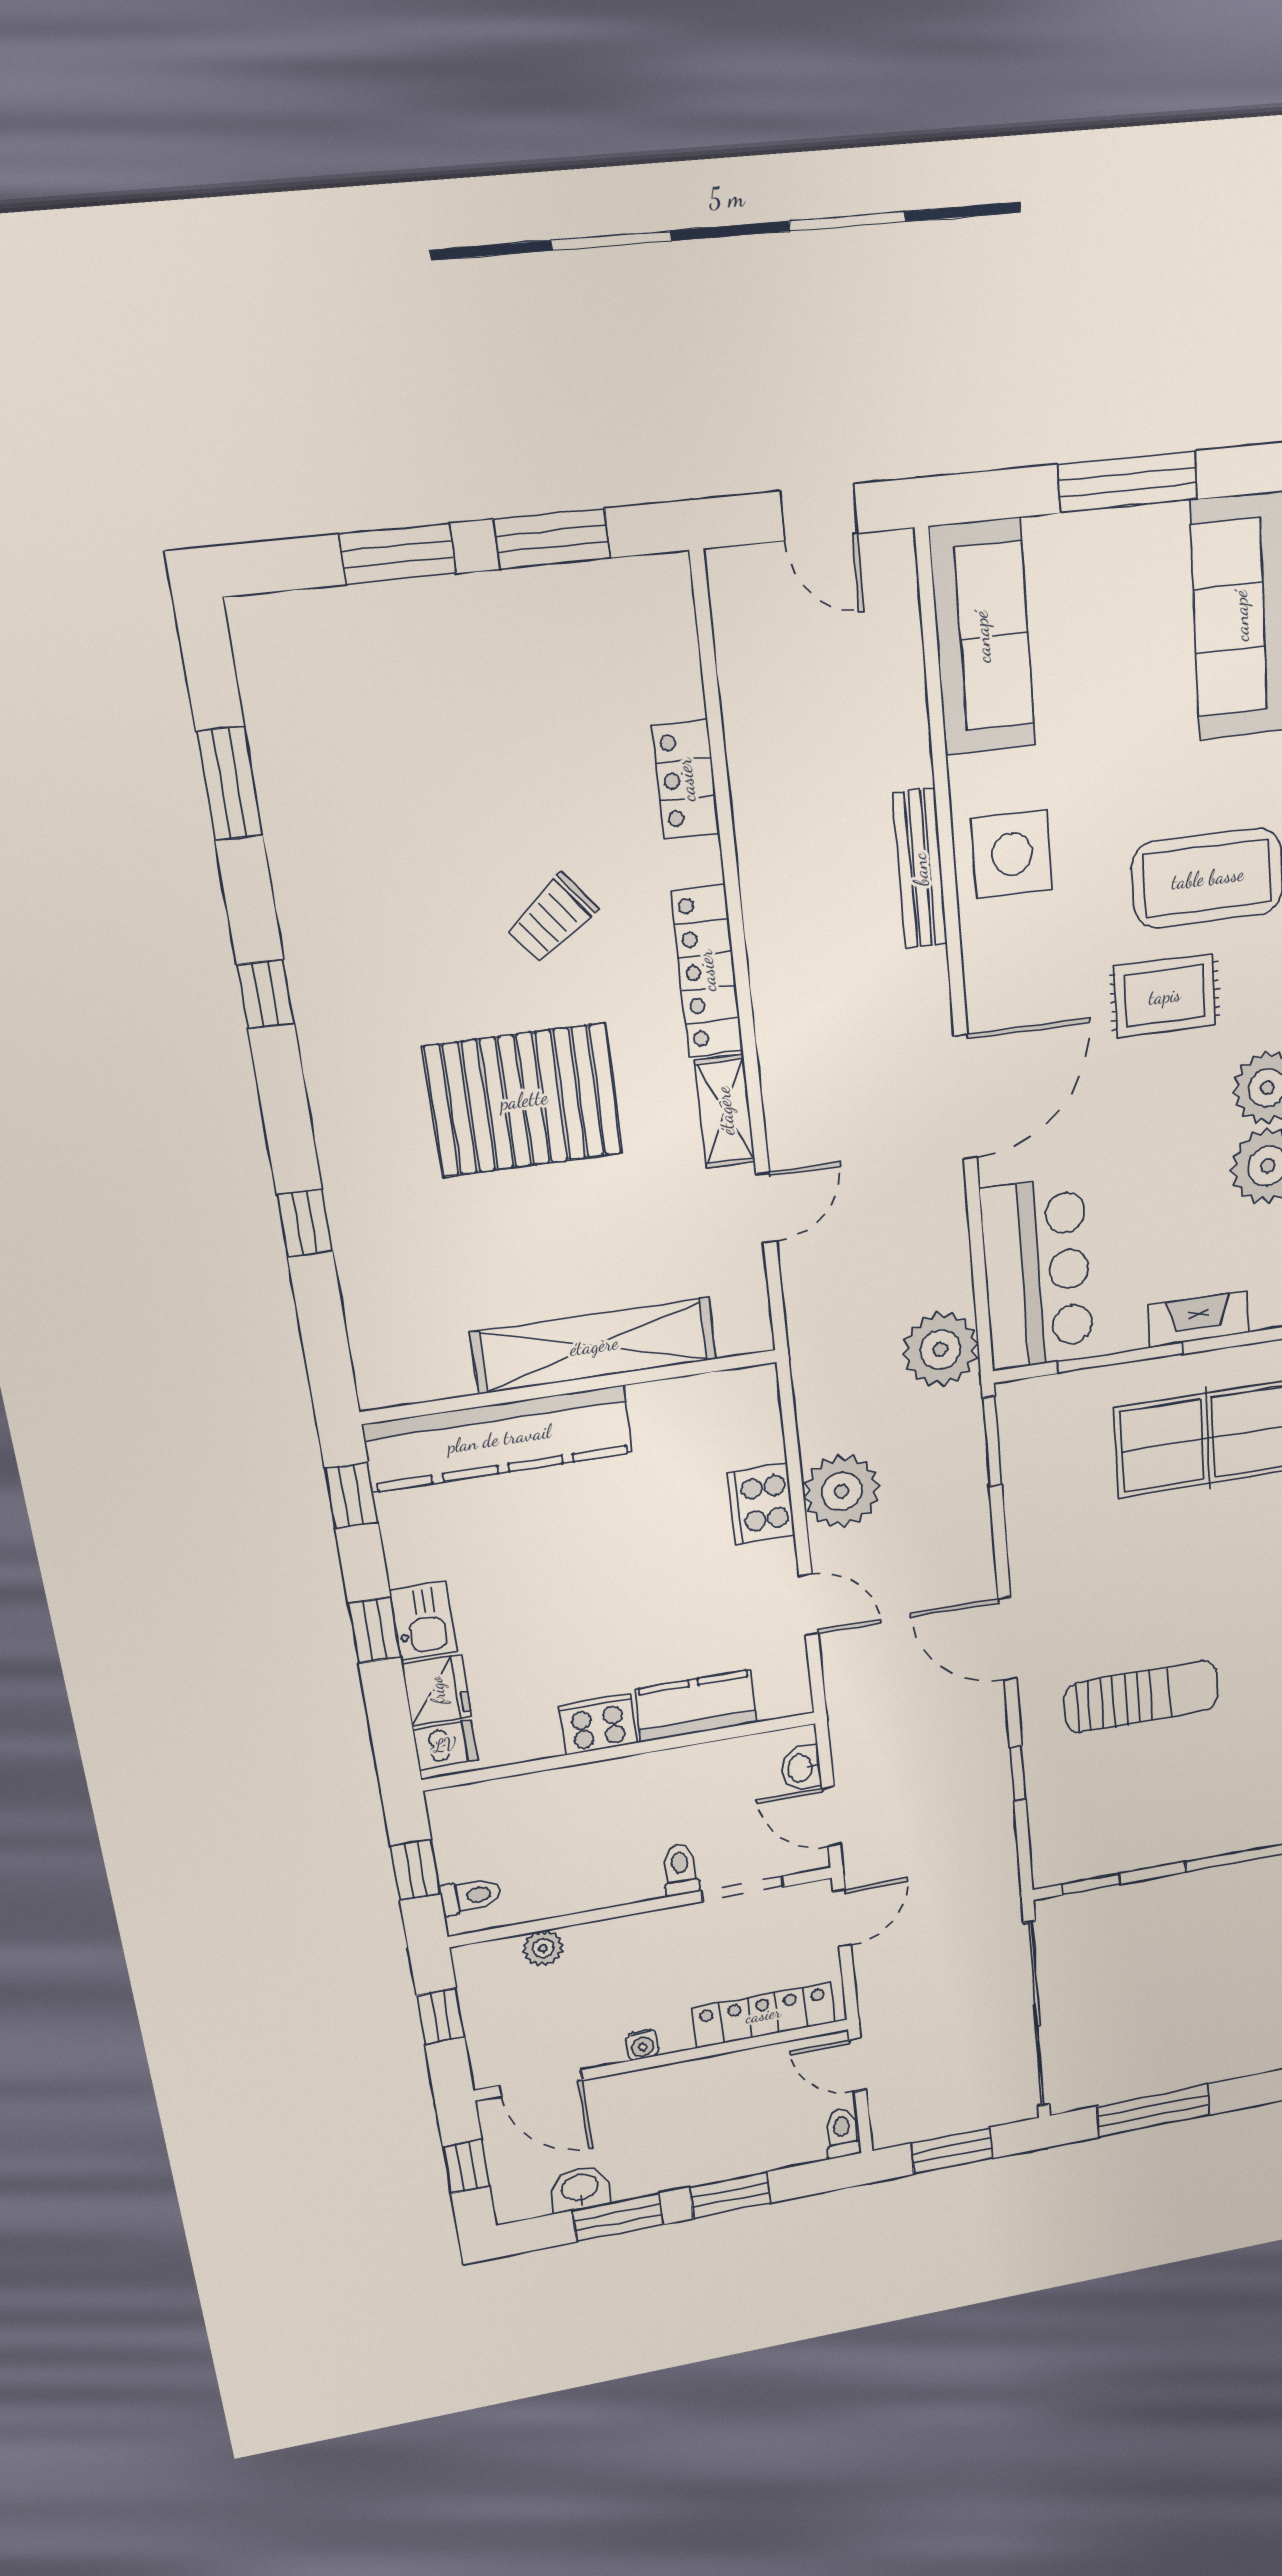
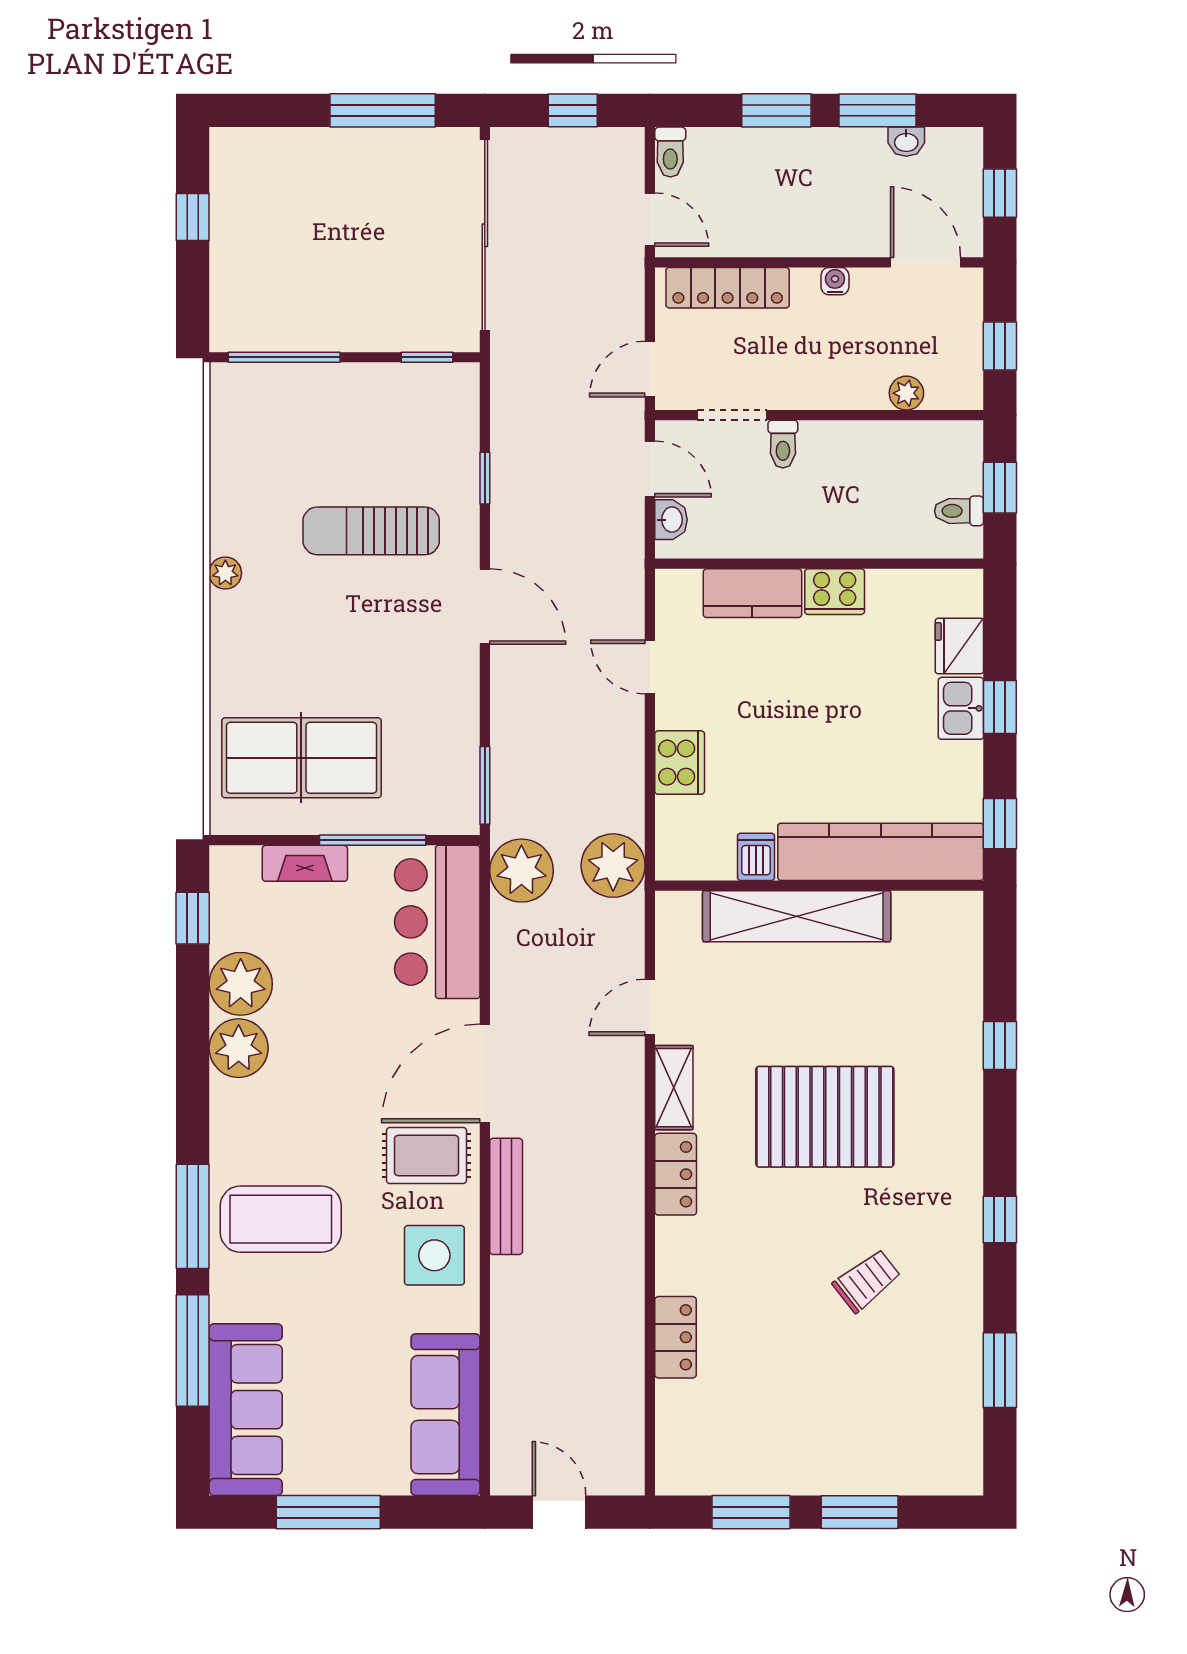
bench: (920, 869) -> (506, 1196), moved
trolley: (552, 919) -> (867, 1281), moved
locker: (707, 971) -> (676, 1174), width x0.66
rug: (1165, 996) -> (427, 1155), moved
plant: (842, 1491) -> (613, 866), moved
dishwasher: (445, 1745) -> (756, 857), moved, turned 90
toilet: (471, 1896) -> (959, 511), moved
window: (952, 2151) -> (573, 110), width x0.67
washbasin: (580, 2189) -> (906, 142), width x0.72, depth x0.69

